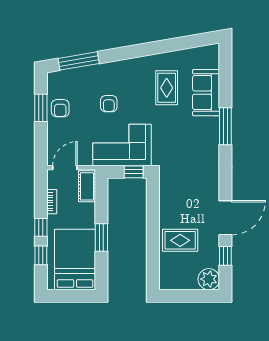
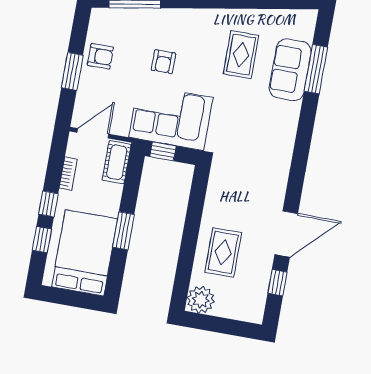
window: (41, 108) -> (72, 71), moved
armchair: (60, 108) -> (100, 56), turned -90
window: (225, 126) -> (316, 69), moved
window: (134, 172) -> (163, 151), moved
rug: (180, 240) -> (223, 252), turned 90
plant: (209, 279) -> (201, 300), moved

